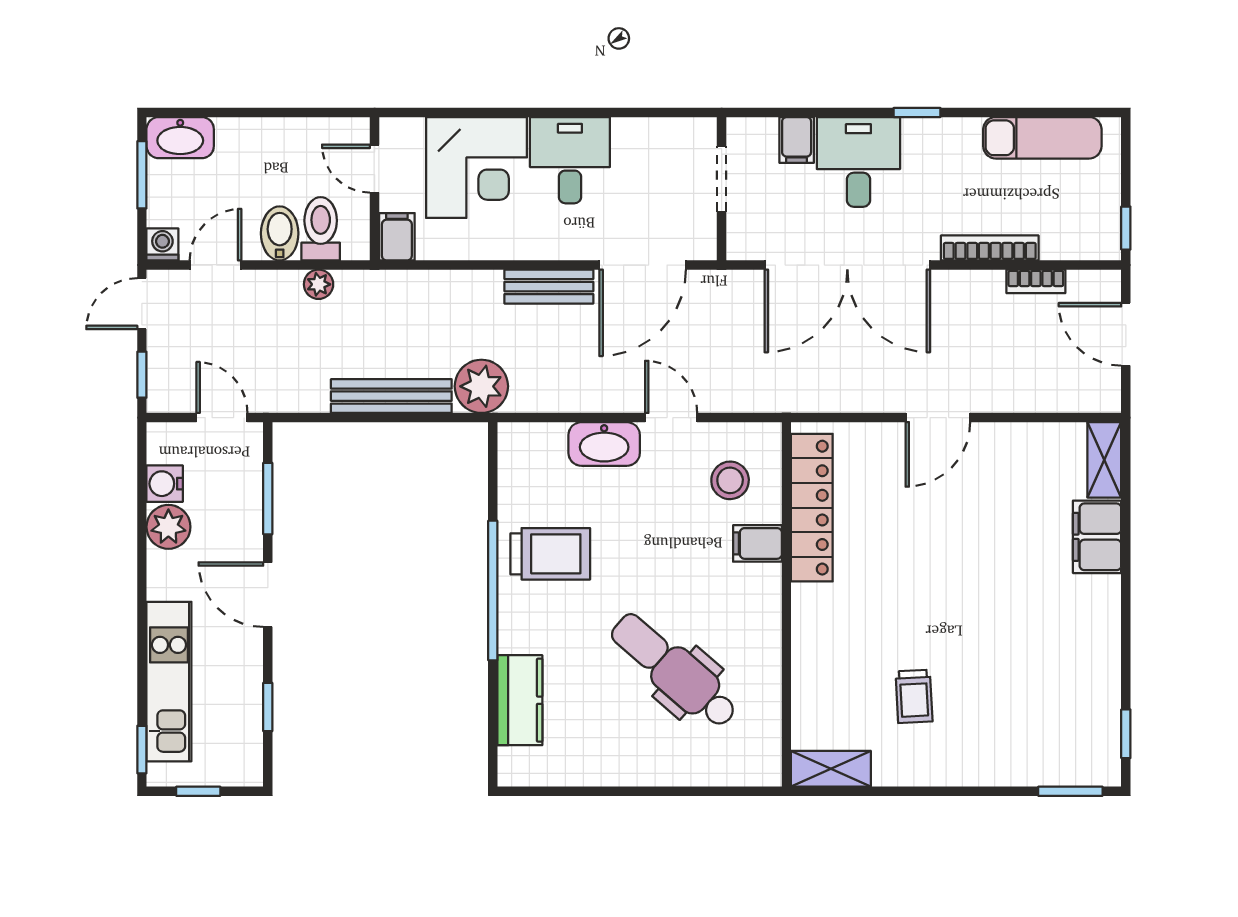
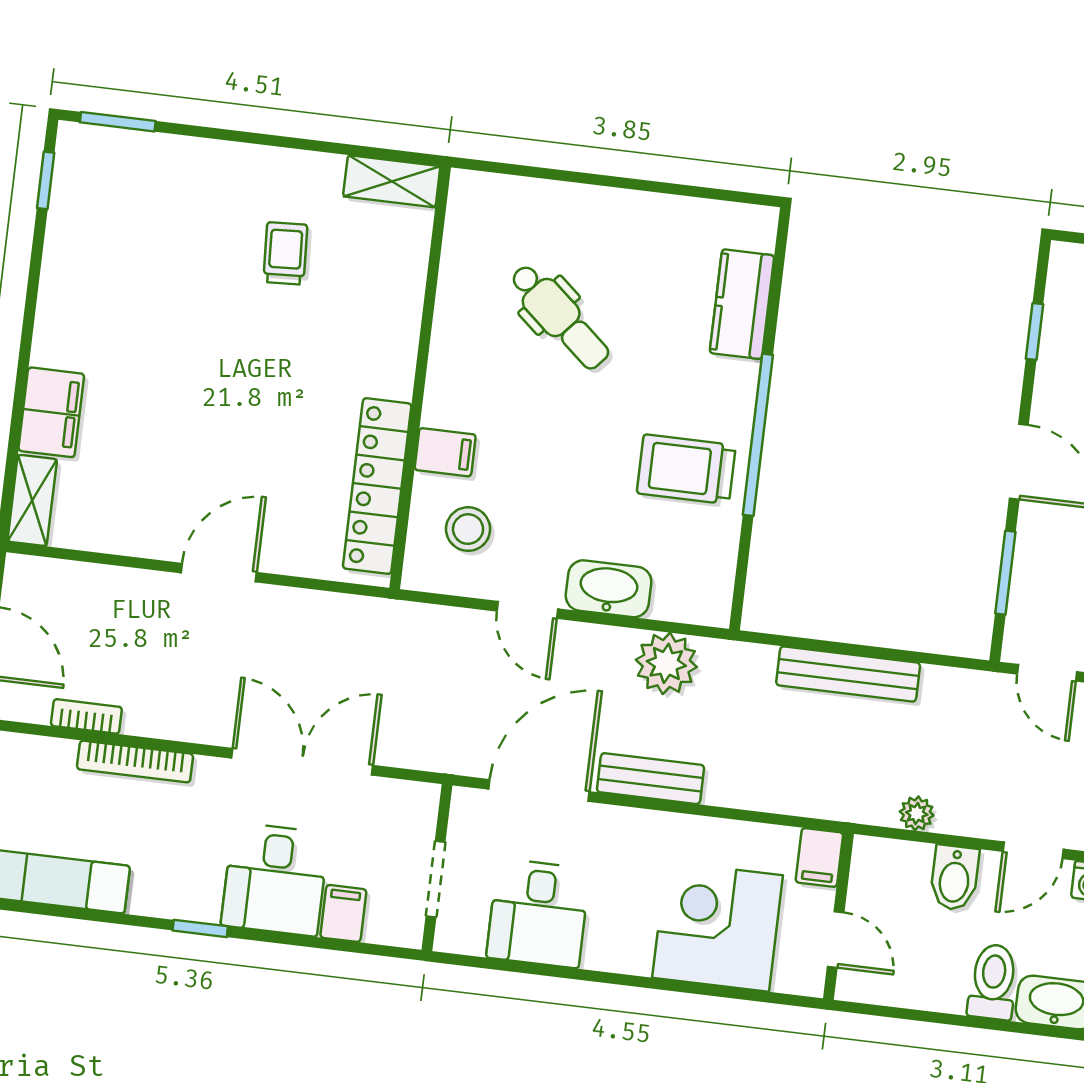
desk: (570, 160) -> (538, 913), moved
toilet: (321, 229) -> (993, 982), moved, turned 180
double door: (847, 265) -> (302, 762), width x0.73
plant: (481, 386) -> (666, 663), moved
dental chair: (674, 671) -> (559, 317), width x0.73, depth x0.72

